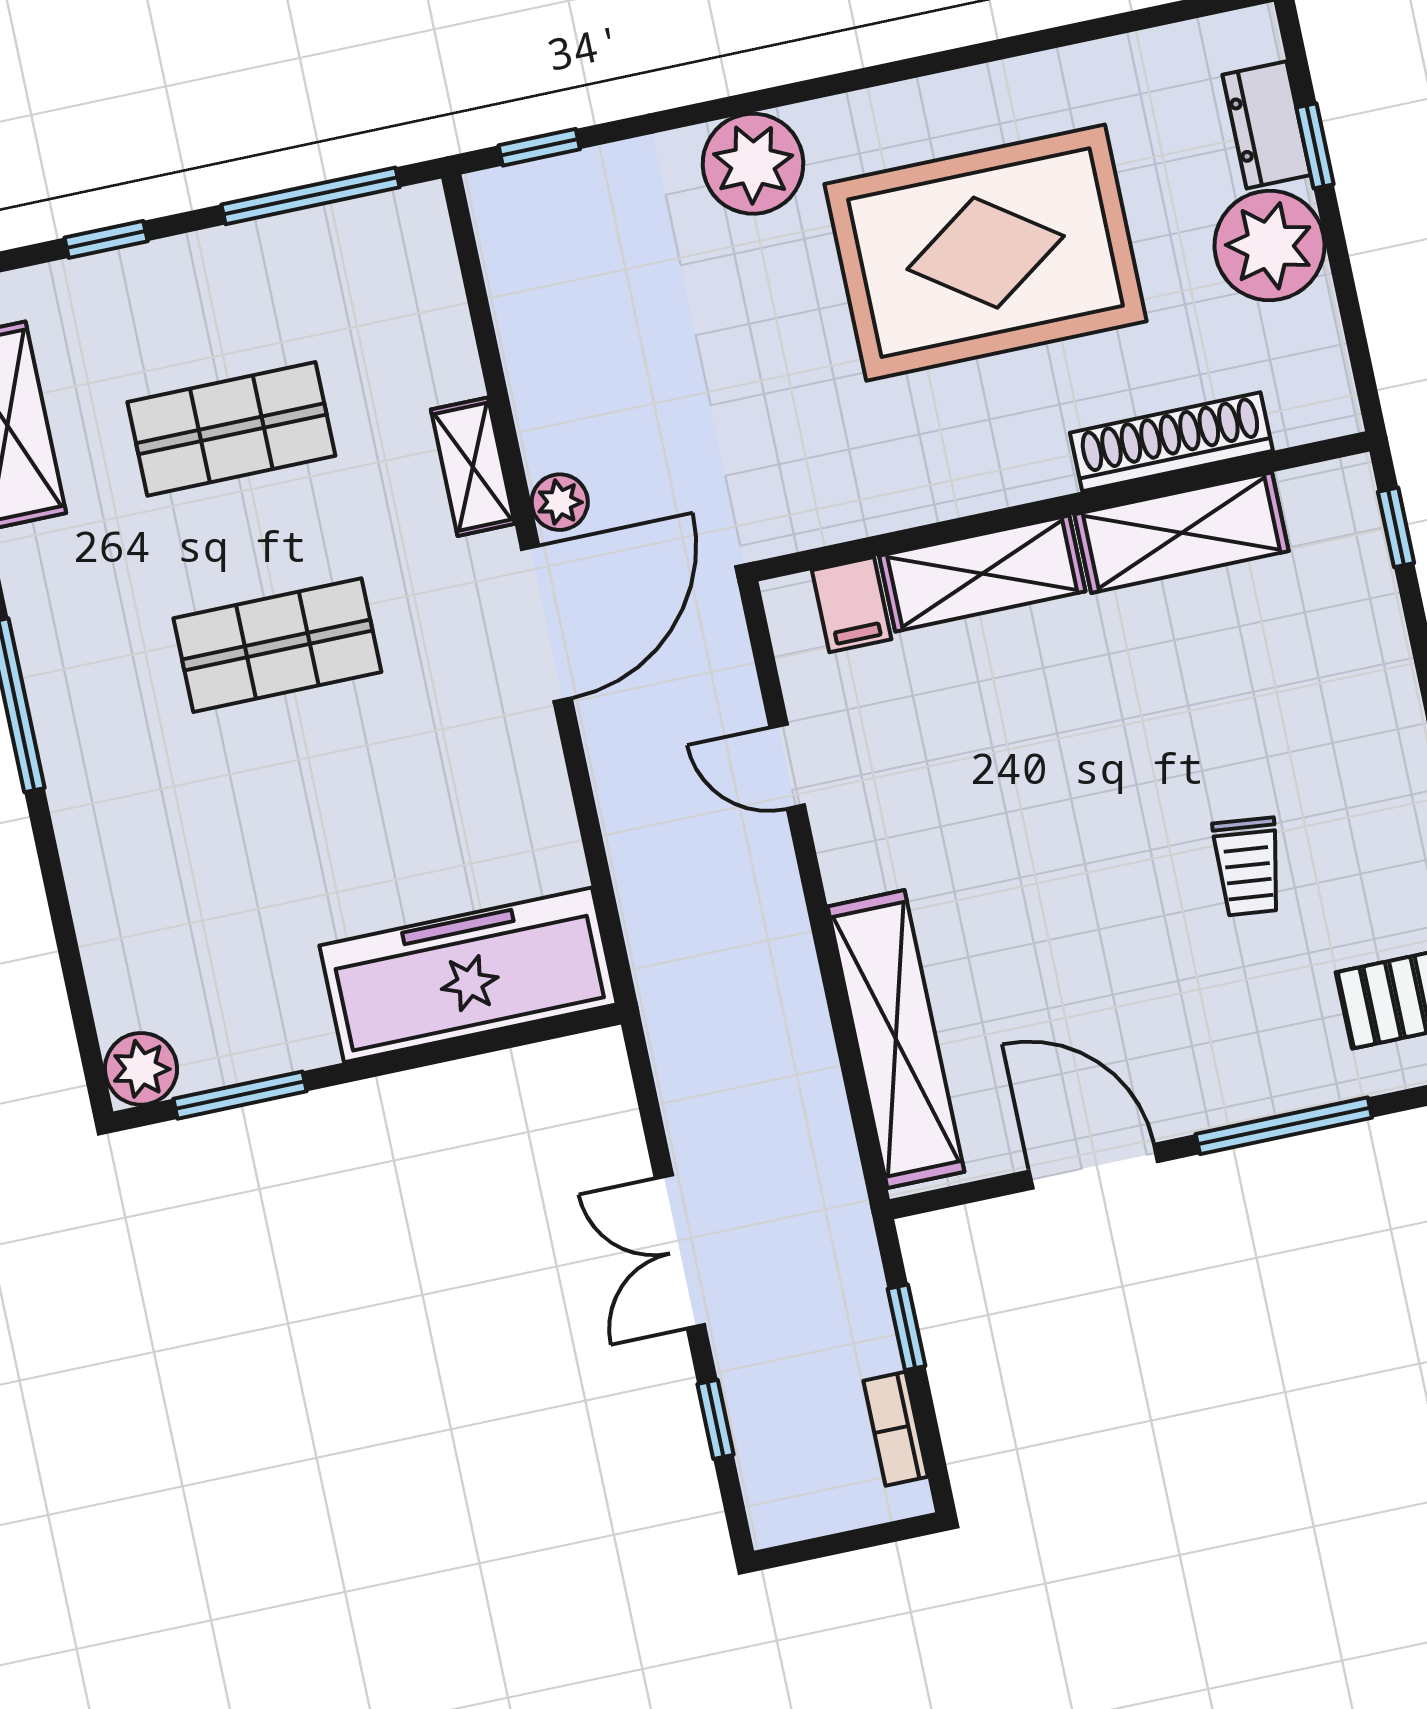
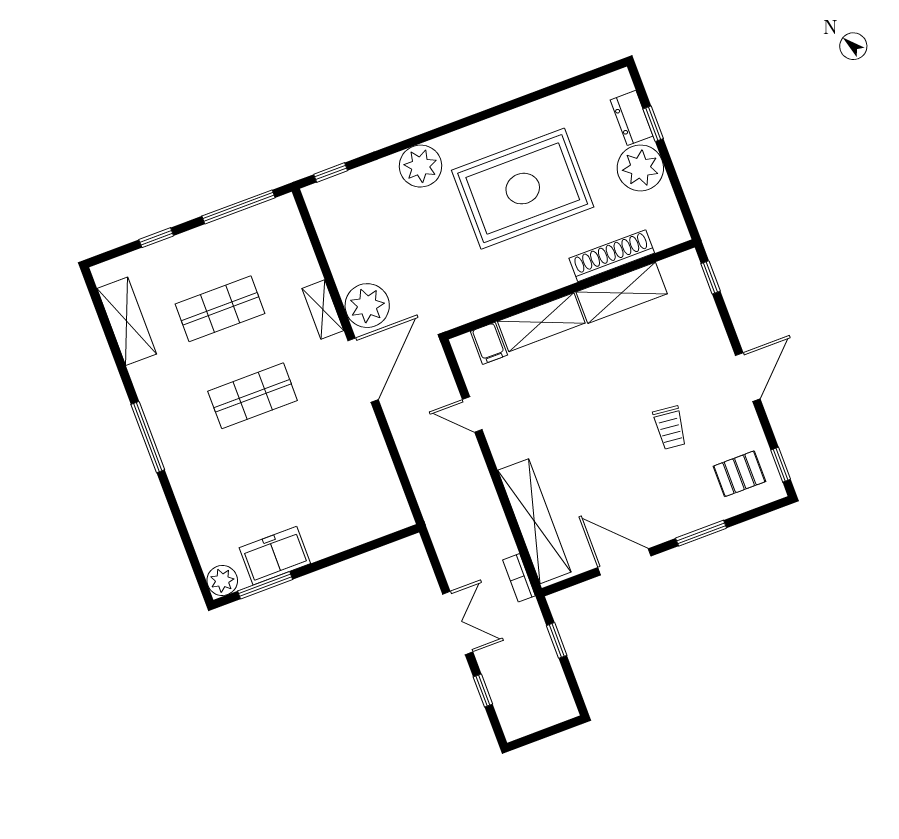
plant: (560, 502) -> (367, 306), width x1.87, depth x1.87
freezer: (468, 975) -> (275, 556), moved, width x0.52, depth x0.79
window: (1284, 1126) -> (701, 533), width x0.69
double door: (680, 1252) -> (458, 623), swing flipped
bookcase: (896, 1429) -> (519, 578), moved

